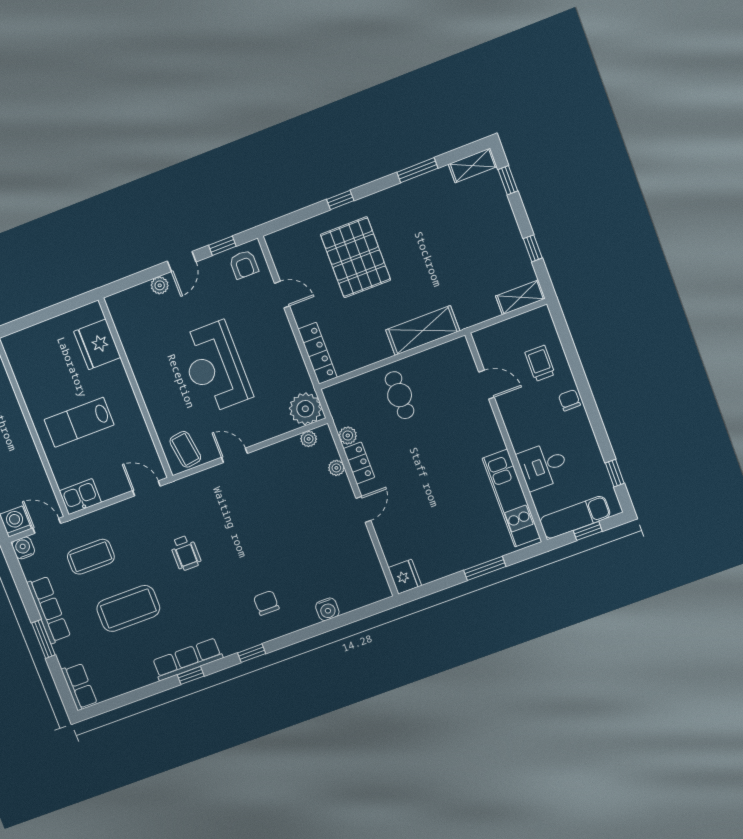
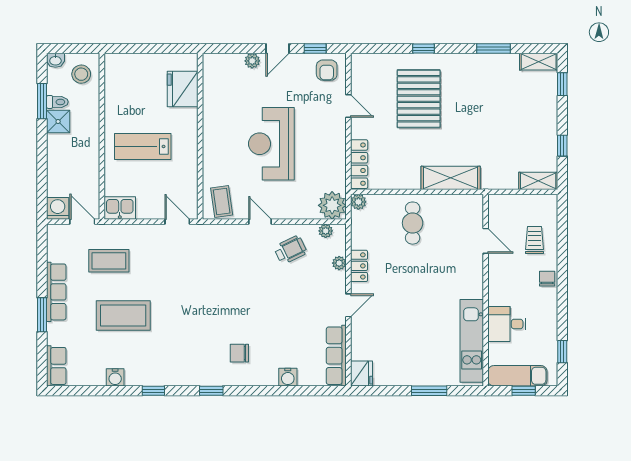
plant: (348, 435) -> (358, 202), moved
water cooler: (23, 548) -> (115, 377), moved, turned 180
wheelchair: (185, 553) -> (290, 250), moved, turned -116
chair: (266, 603) -> (239, 353), turned -90
row of seats: (187, 659) -> (336, 356), moved, turned -90

